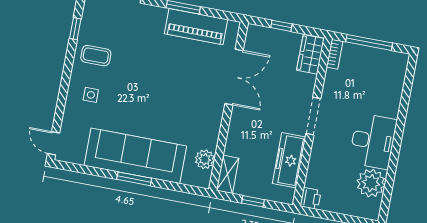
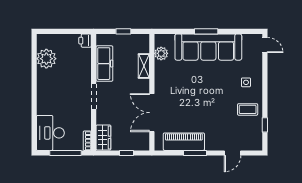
desk: (373, 141) -> (50, 133), moved
shelving: (228, 174) -> (144, 66), moved

